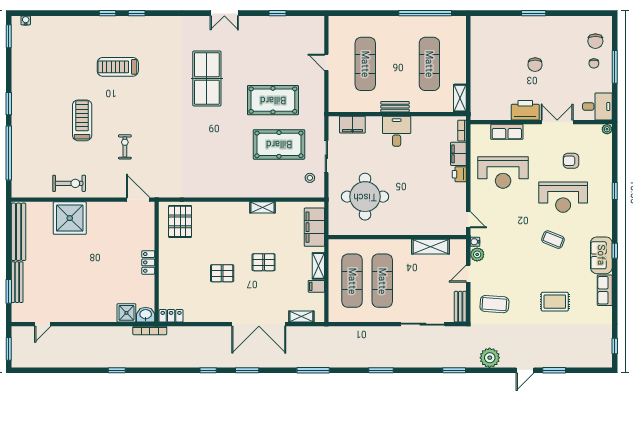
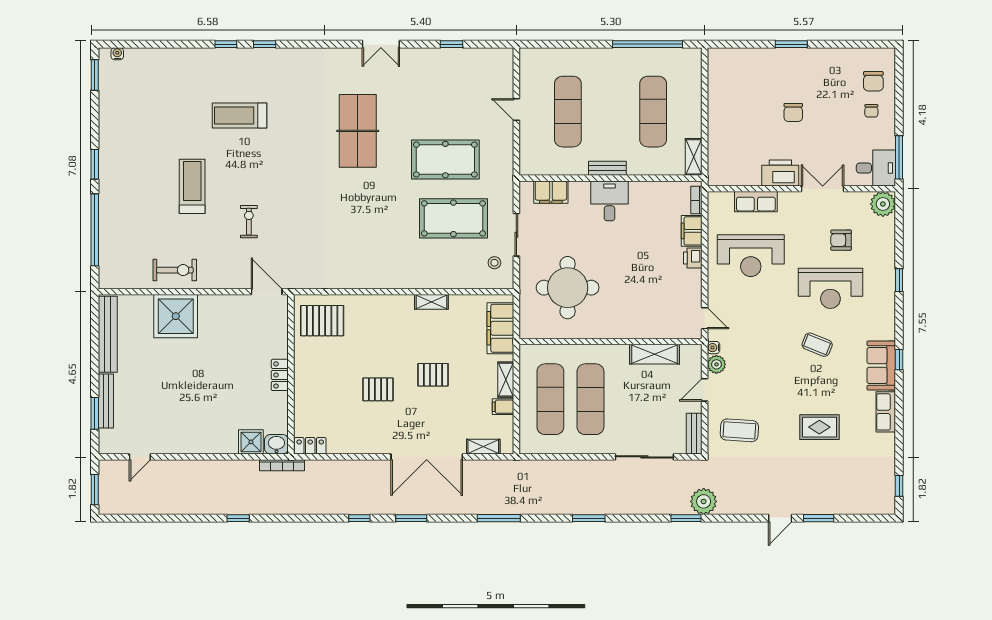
window: (615, 67) -> (899, 157), moved
plant: (607, 129) -> (883, 204), width x1.88, depth x1.88
pallet: (180, 221) -> (322, 321), turned 90
plant: (490, 358) -> (704, 501), moved

